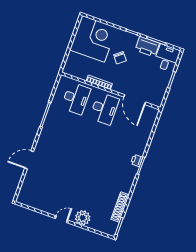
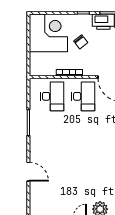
door: (29, 160) -> (28, 172), swing flipped

